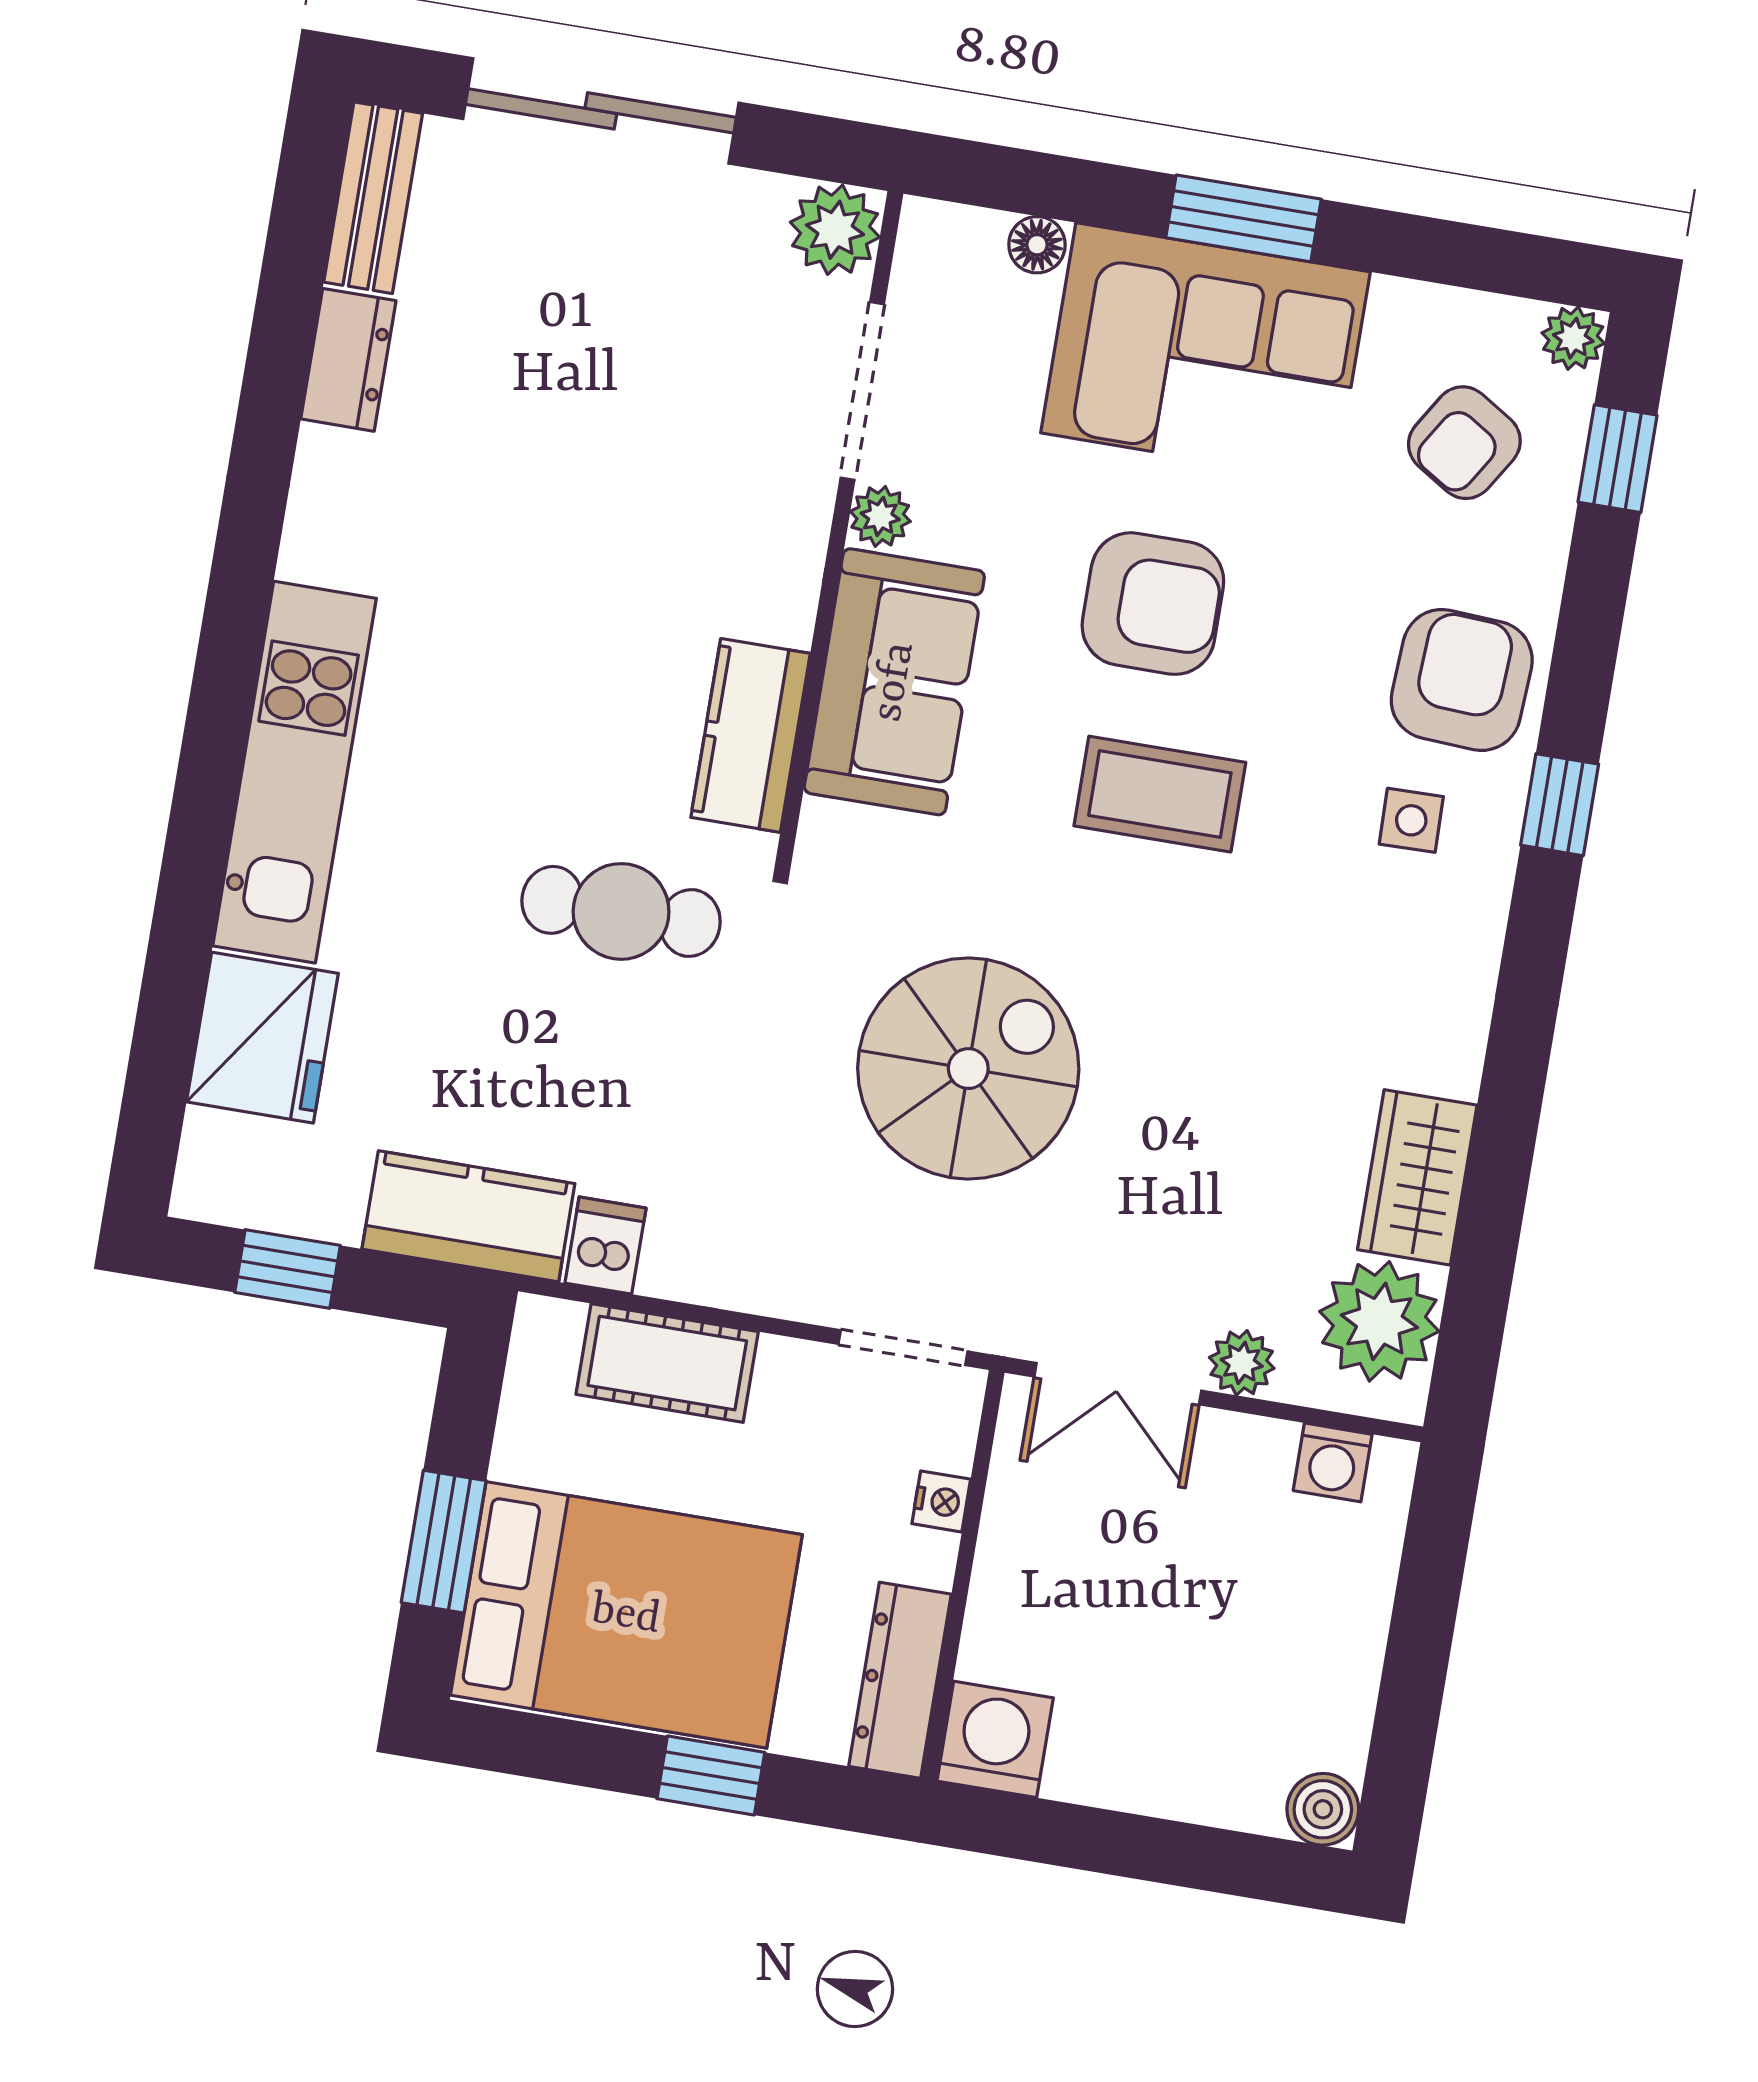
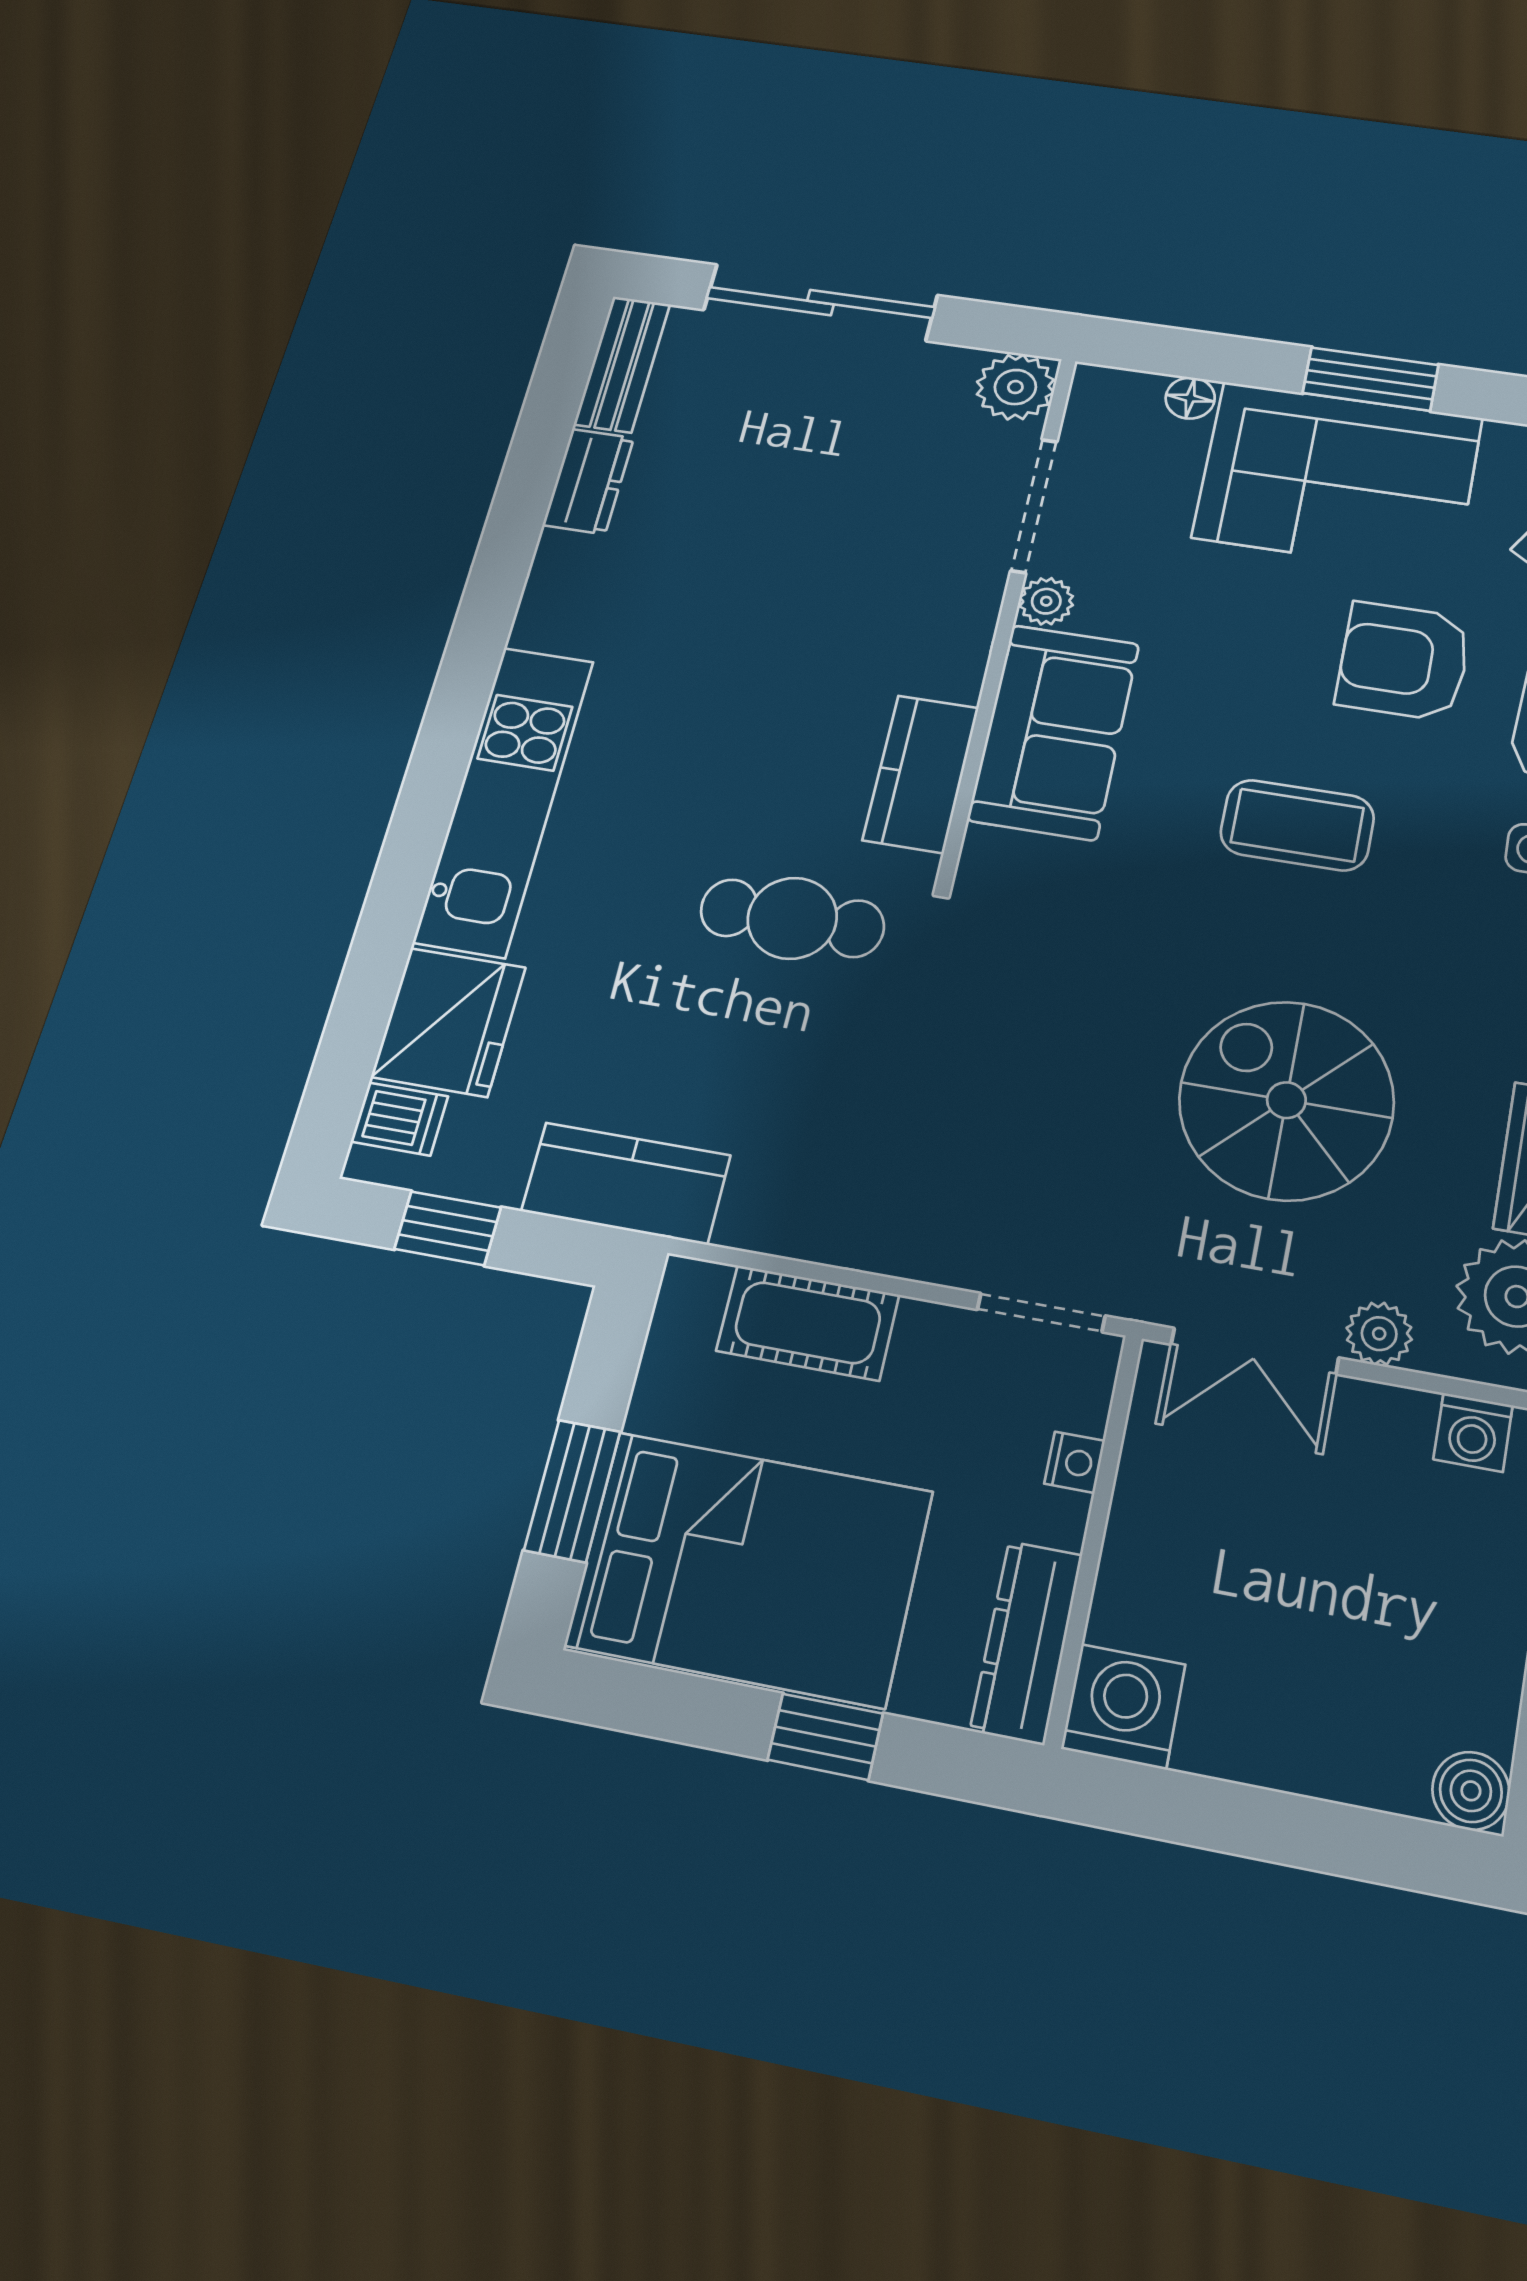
armchair: (1153, 604) -> (1404, 661), moved, turned 180
spiral stairs: (968, 1069) -> (1286, 1100), moved, turned -90
dishwasher: (605, 1246) -> (400, 1119), moved, turned 90

